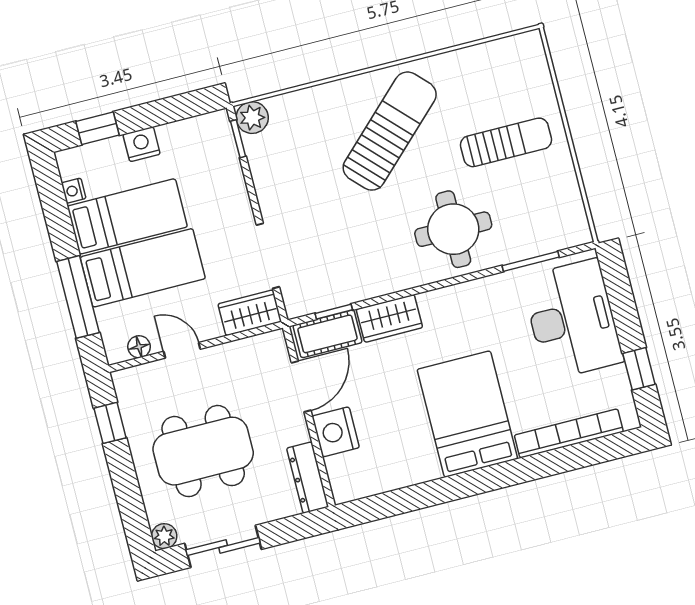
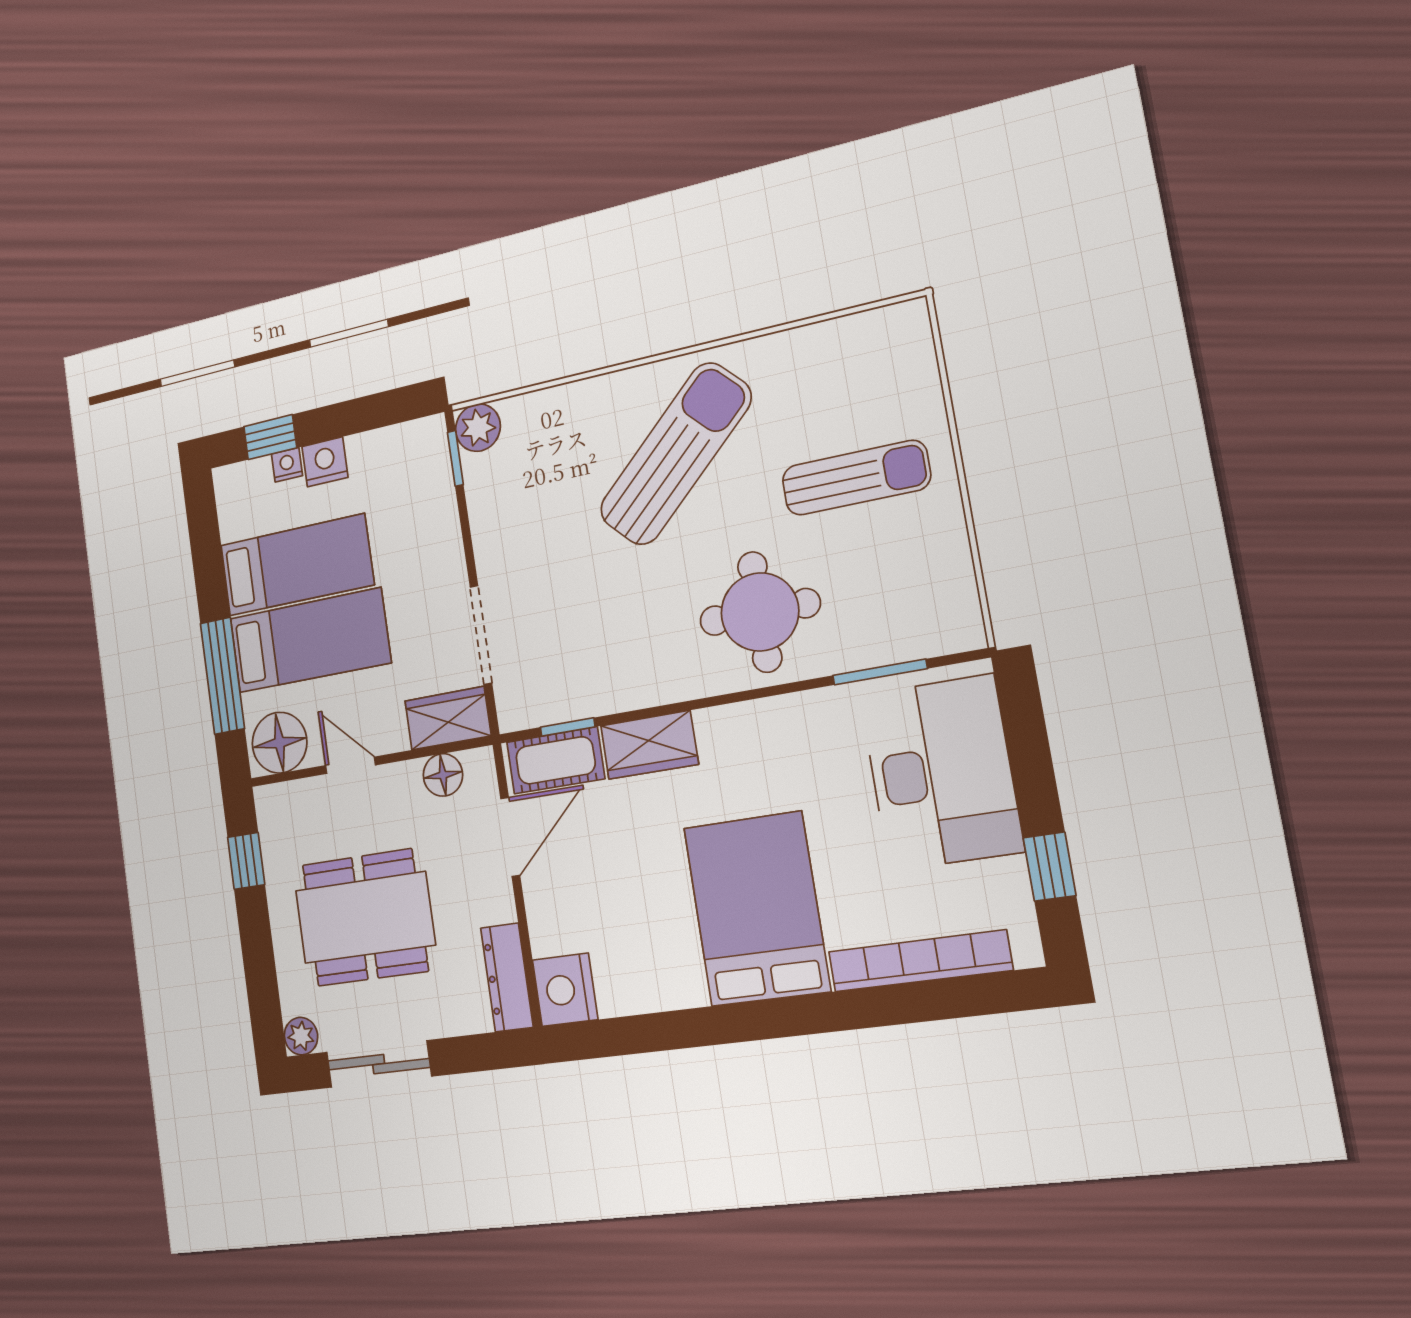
nightstand: (74, 191) -> (287, 465), moved, turned 90
floor lamp: (139, 347) -> (279, 743), width x1.89, depth x1.89
floor lamp: (250, 351) -> (443, 775), added
nightstand: (336, 432) -> (565, 990), moved

